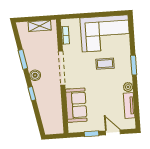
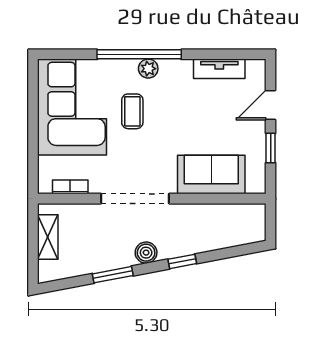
window: (134, 65) -> (139, 54), width x2.11
plant: (128, 87) -> (148, 69), moved

